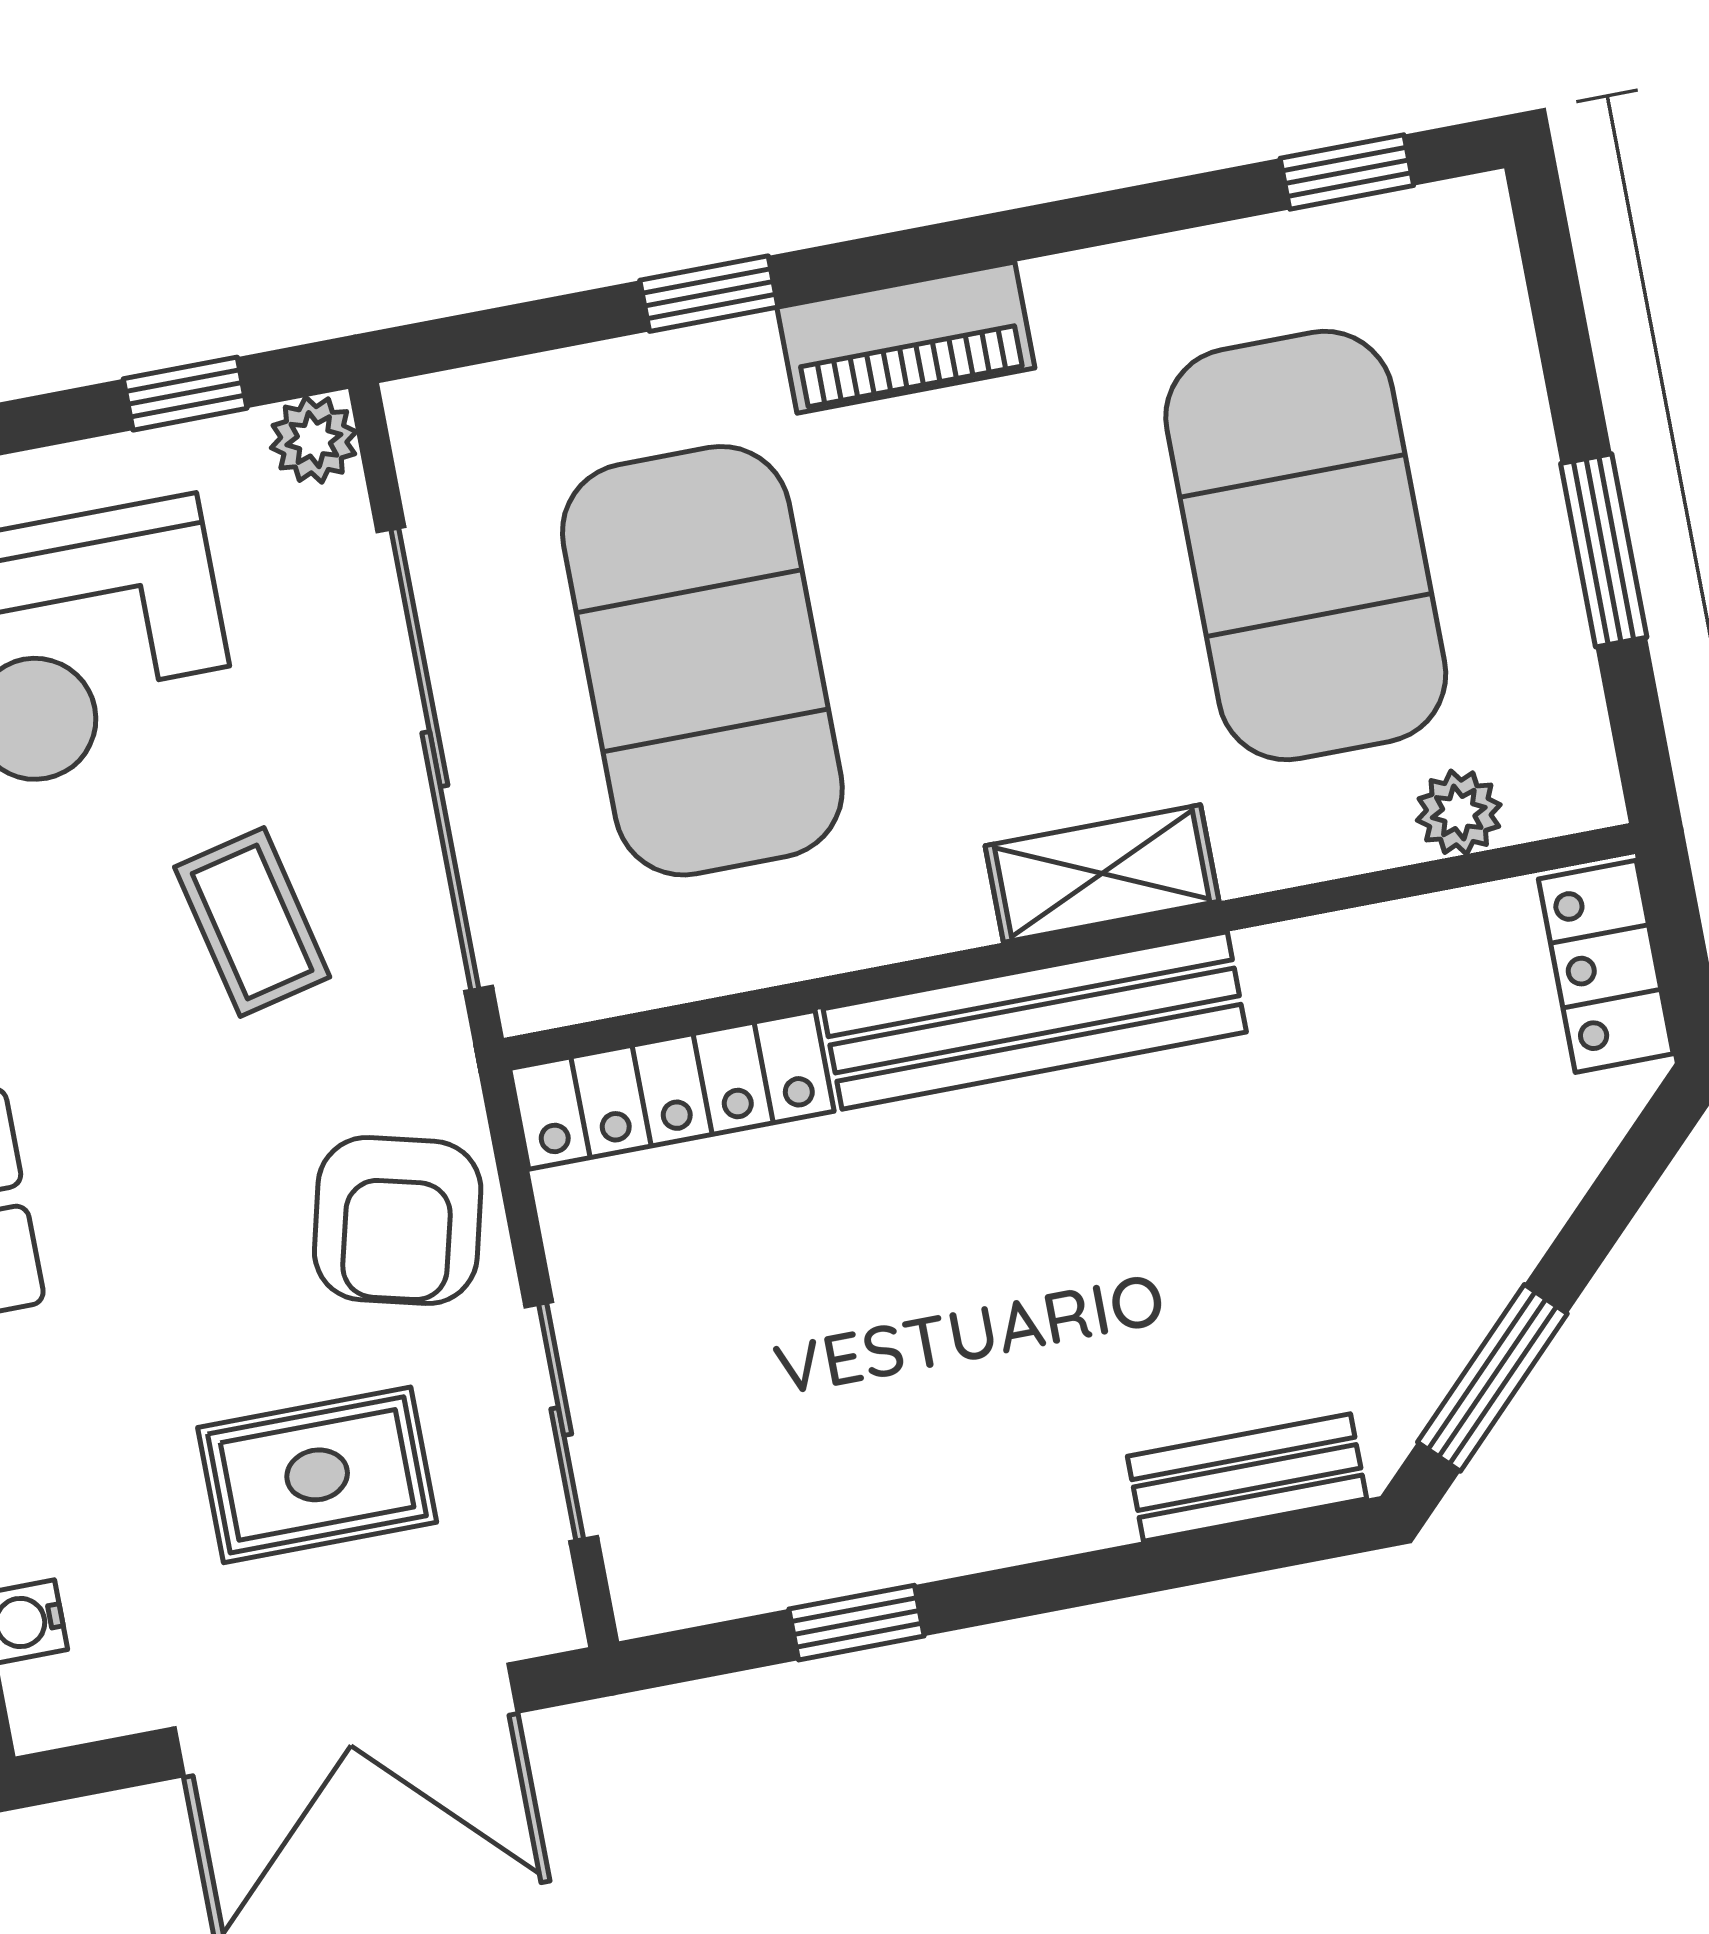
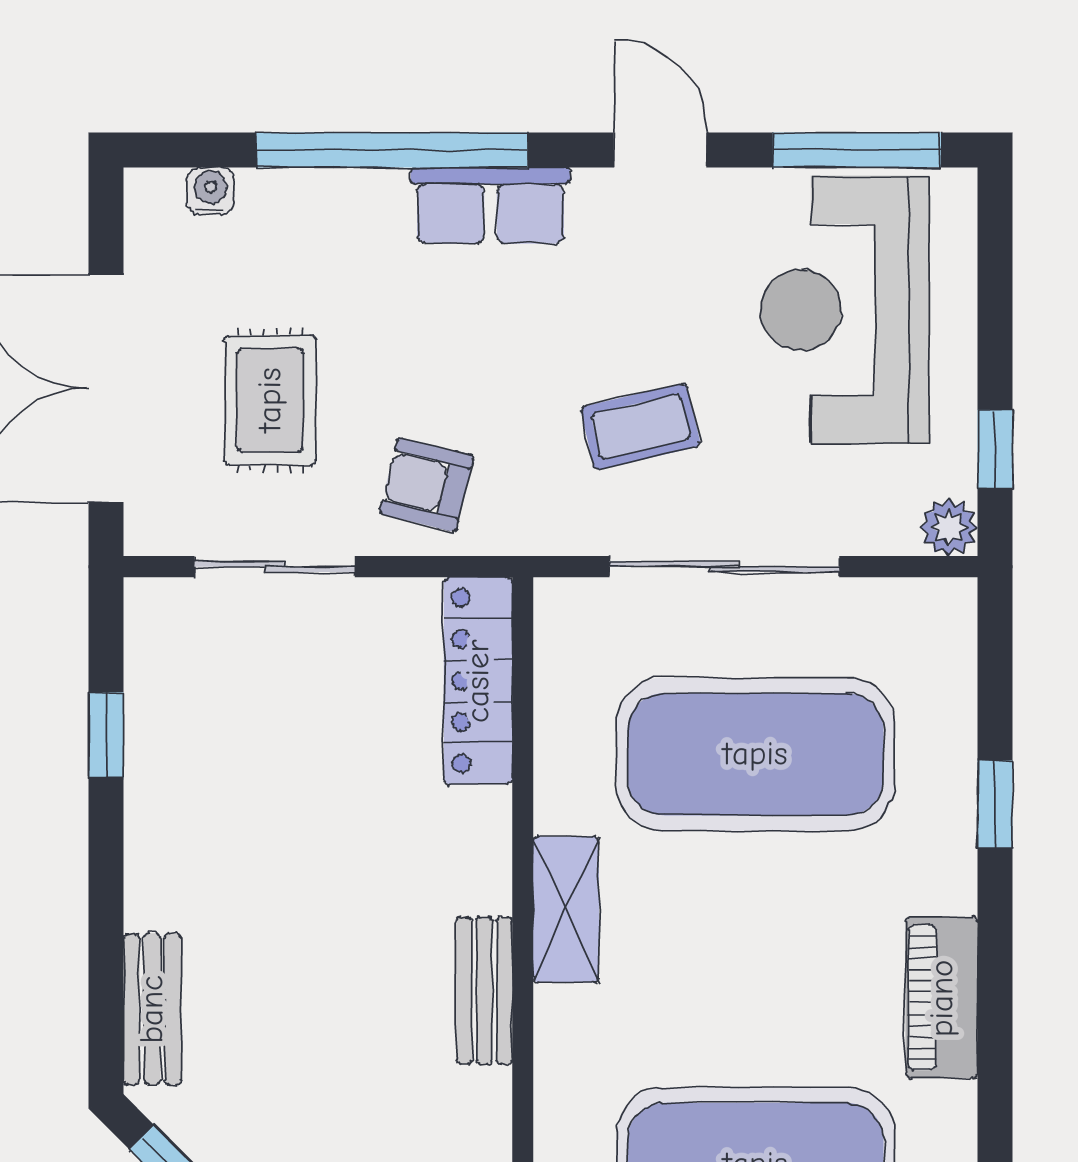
piano: (906, 338) -> (942, 998), moved
sliding door: (435, 759) -> (724, 567), width x0.73
shelving: (1102, 874) -> (566, 909), moved
bench: (1035, 1020) -> (484, 991), width x0.54, depth x0.82
armchair: (398, 1221) -> (427, 485), width x0.72, depth x0.72

